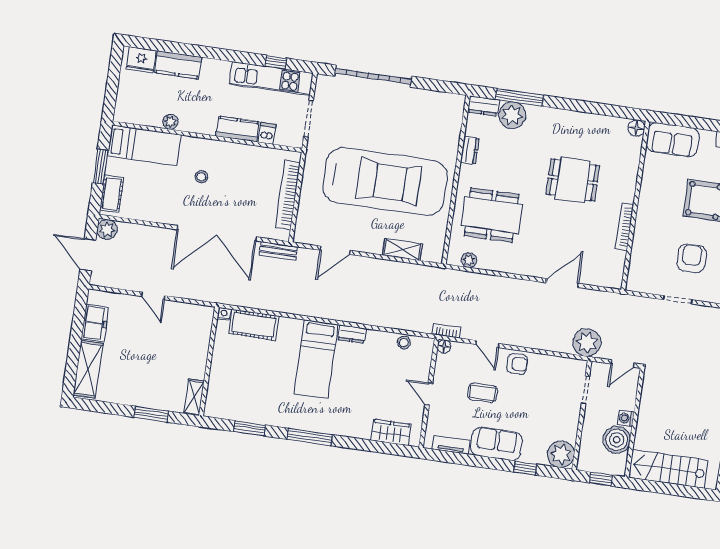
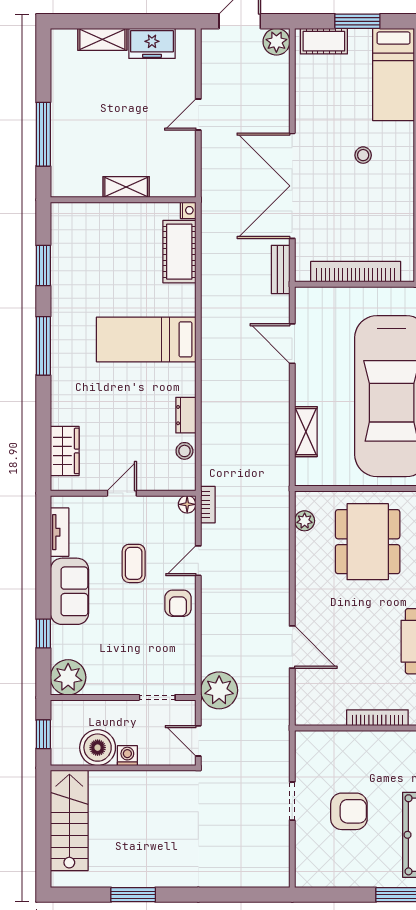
dresser: (352, 334) -> (186, 415), moved
shelving: (88, 369) -> (102, 39), width x0.67, depth x0.75
shelving: (194, 397) -> (126, 187), moved
window: (151, 414) -> (43, 134), width x1.44

